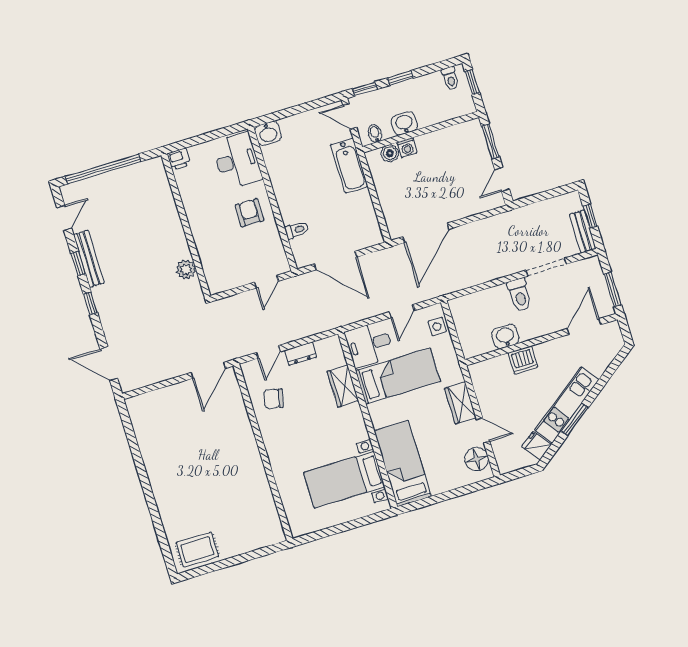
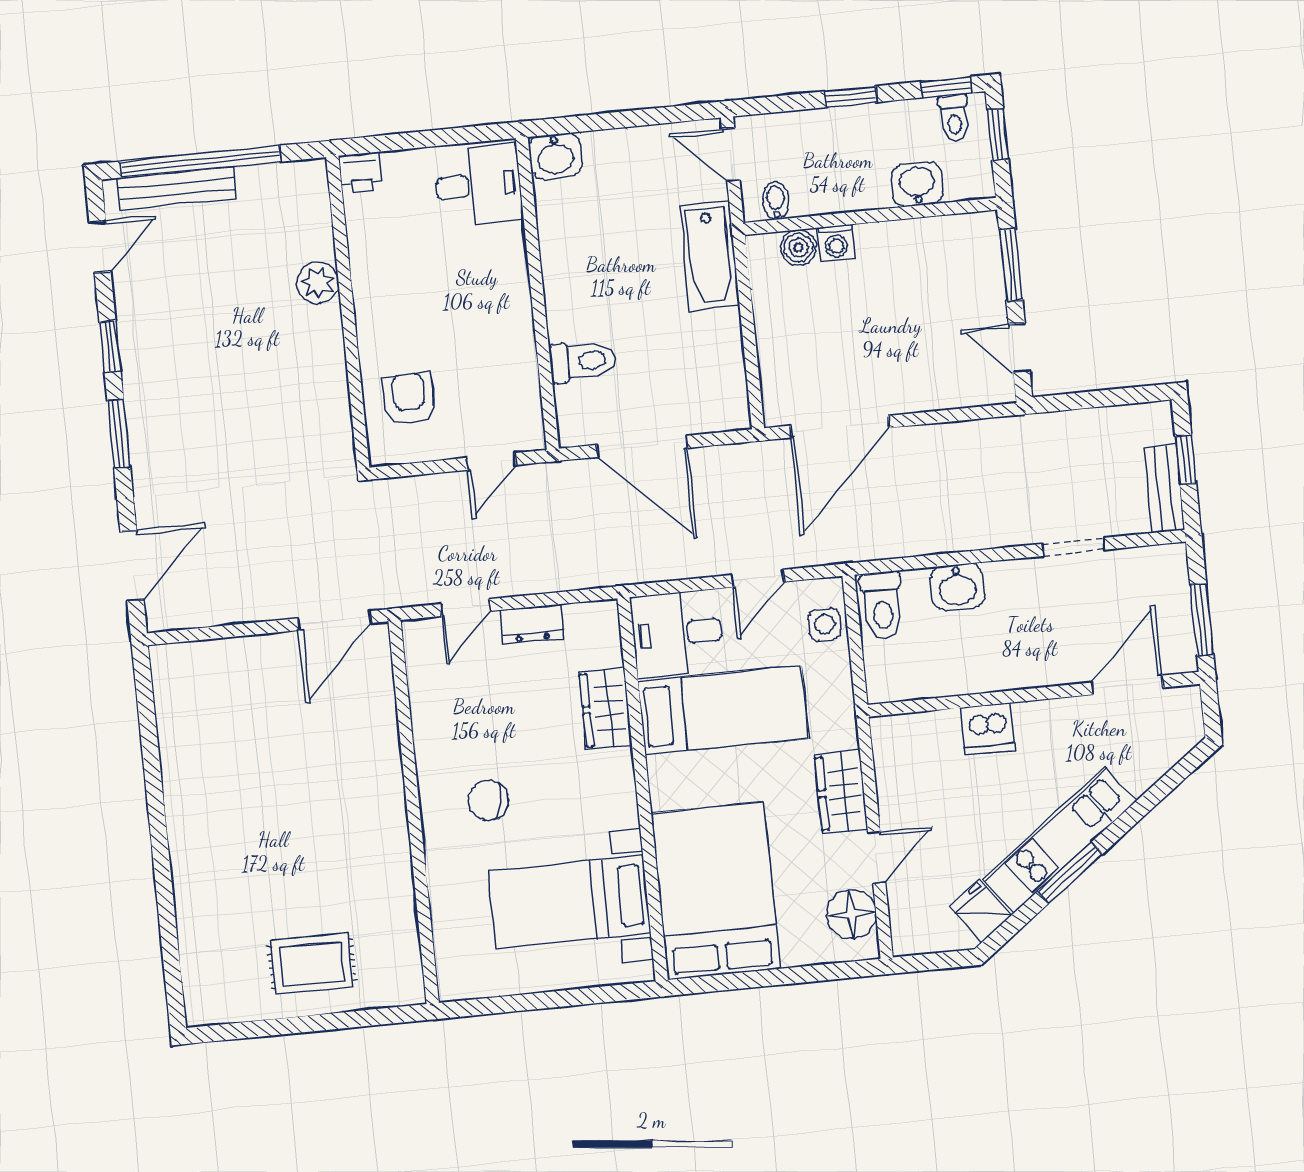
window: (365, 89) -> (946, 87), moved
washbasin: (404, 123) -> (917, 184), moved
desk: (237, 161) -> (478, 185), width x0.73
door: (502, 180) -> (1019, 348), hinge flipped
armchair: (249, 213) -> (409, 399), moved
toilet: (297, 230) -> (583, 361), width x1.37, depth x1.39
bench: (89, 259) -> (177, 188), moved, turned 90
doorway: (546, 267) -> (1074, 547), width x0.73
plant: (186, 270) -> (318, 283), moved
toilet: (520, 295) -> (882, 605), moved
window: (90, 303) -> (119, 434), width x1.50
washbasin: (505, 337) -> (957, 587), moved, turned 180
door: (109, 364) -> (132, 566), swing flipped
chair: (273, 399) -> (488, 801), moved
door: (483, 430) -> (877, 858), hinge flipped
bed: (403, 464) -> (716, 891), width x1.50
rug: (197, 550) -> (312, 964), moved

